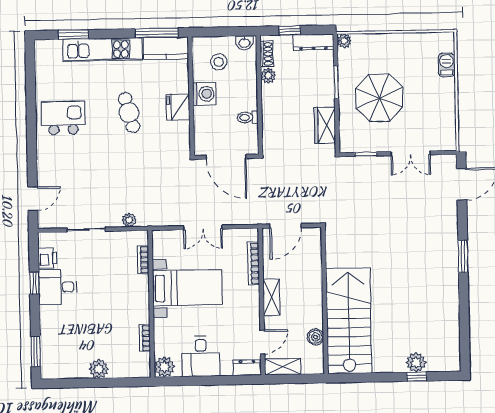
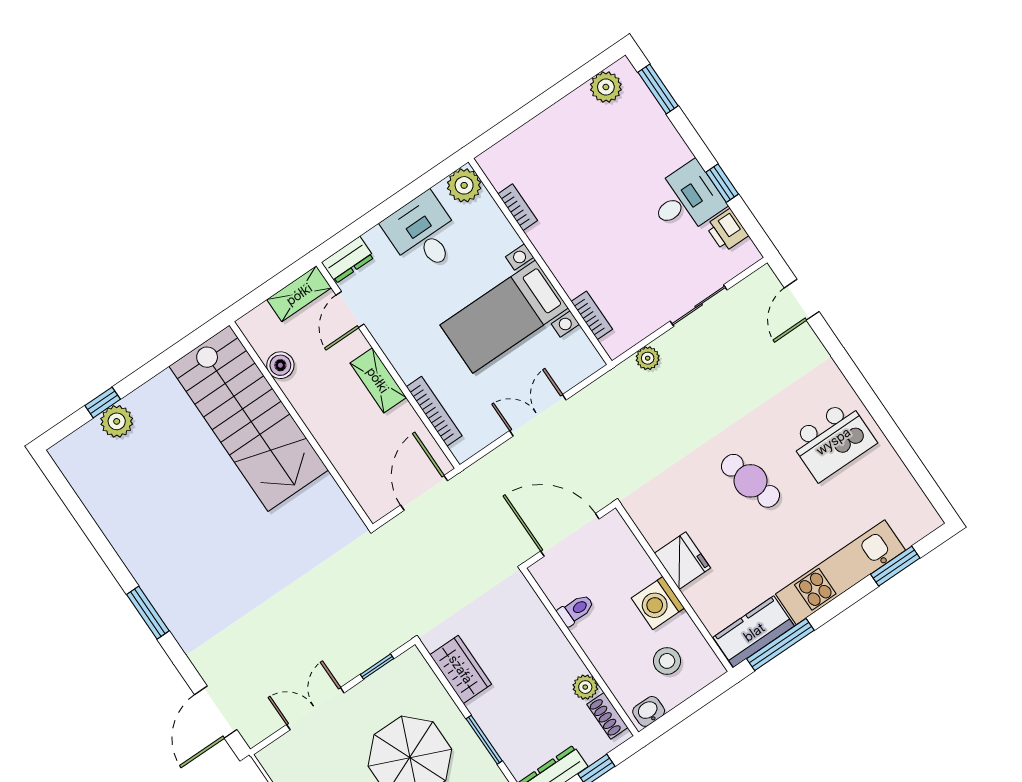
cafe table: (129, 113) -> (750, 481), moved
plant: (99, 369) -> (606, 87), moved

